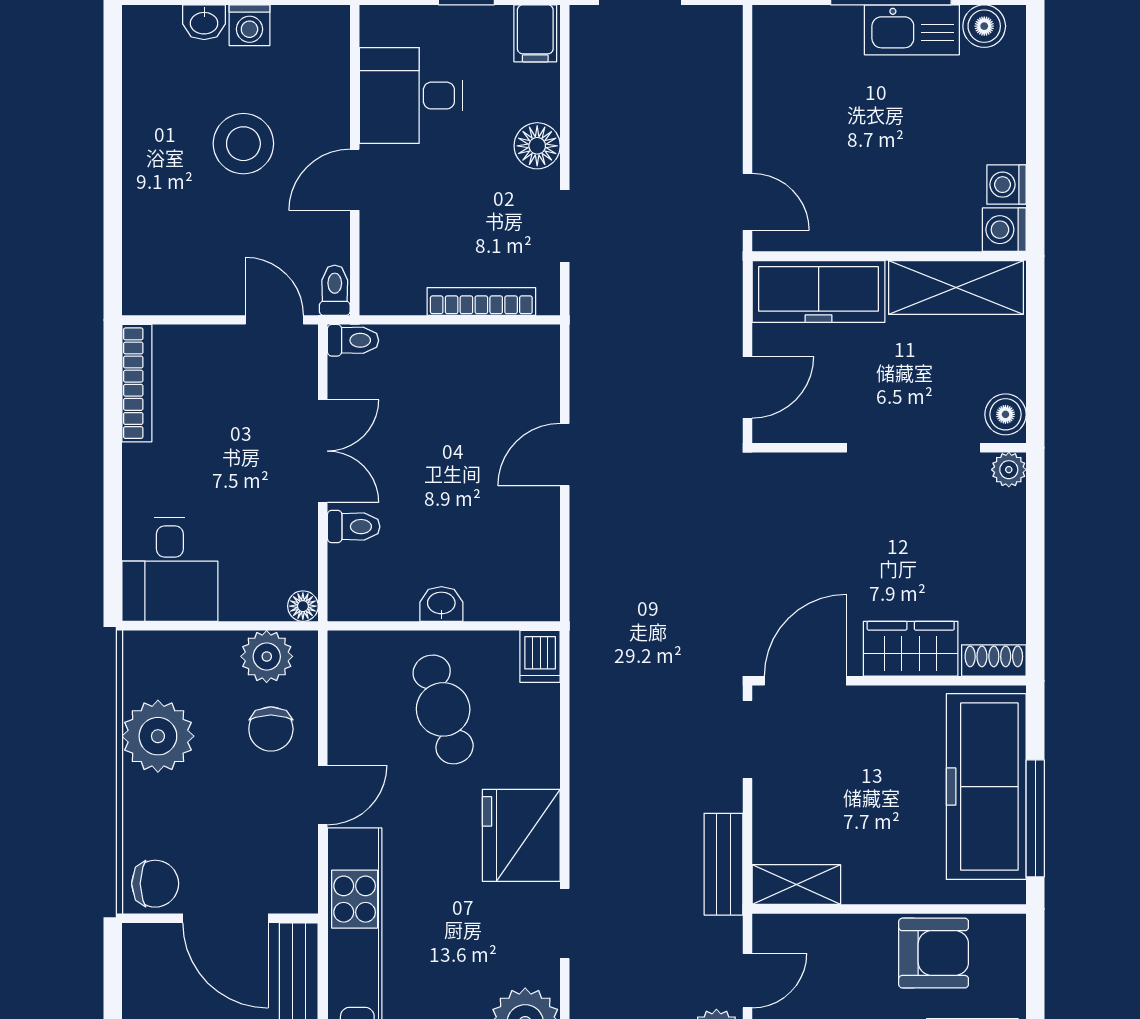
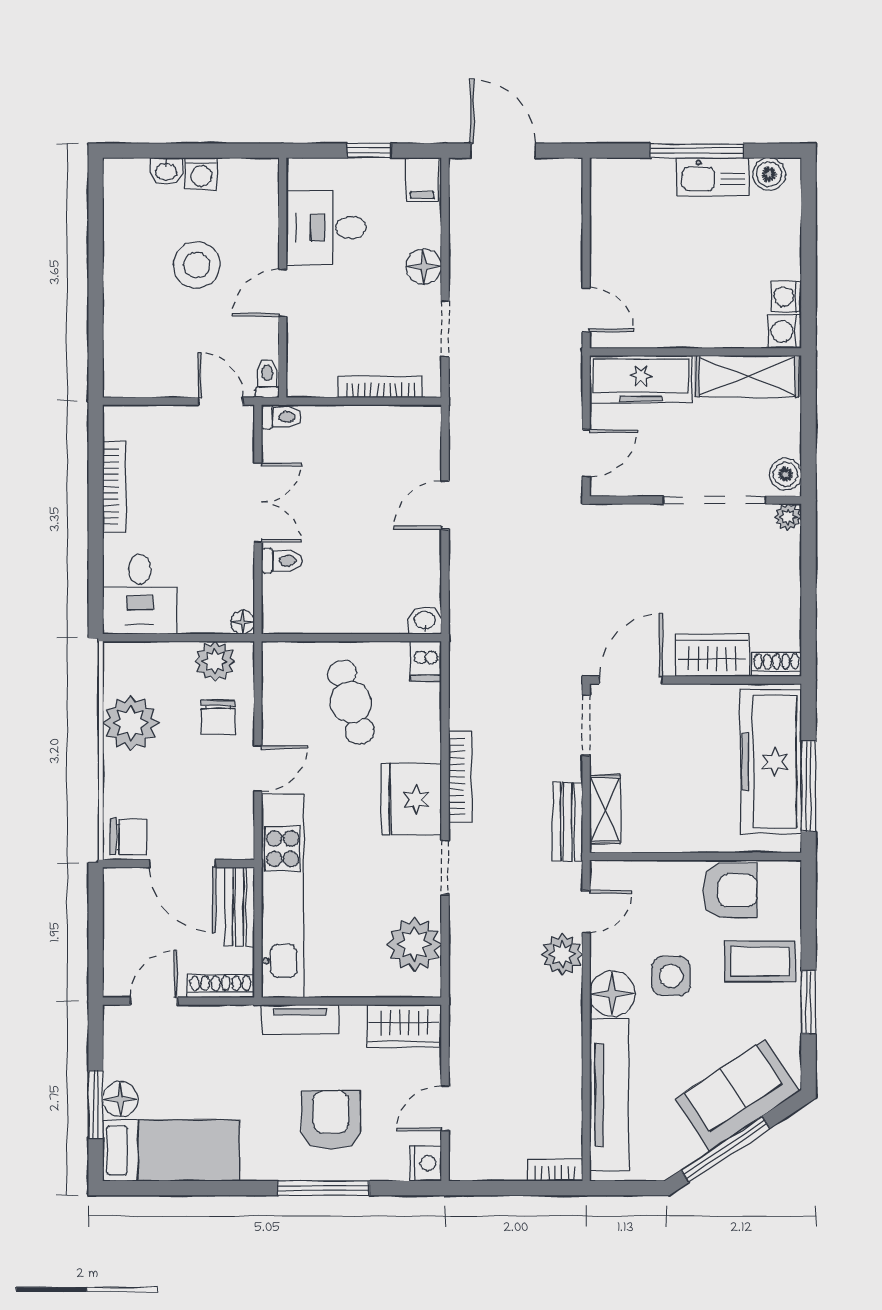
bookcase: (137, 383) -> (114, 487), moved
washbasin: (441, 604) -> (425, 621), moved
bookcase: (585, 806) -> (460, 777), added
shelving: (796, 885) -> (605, 809), moved, turned 90

